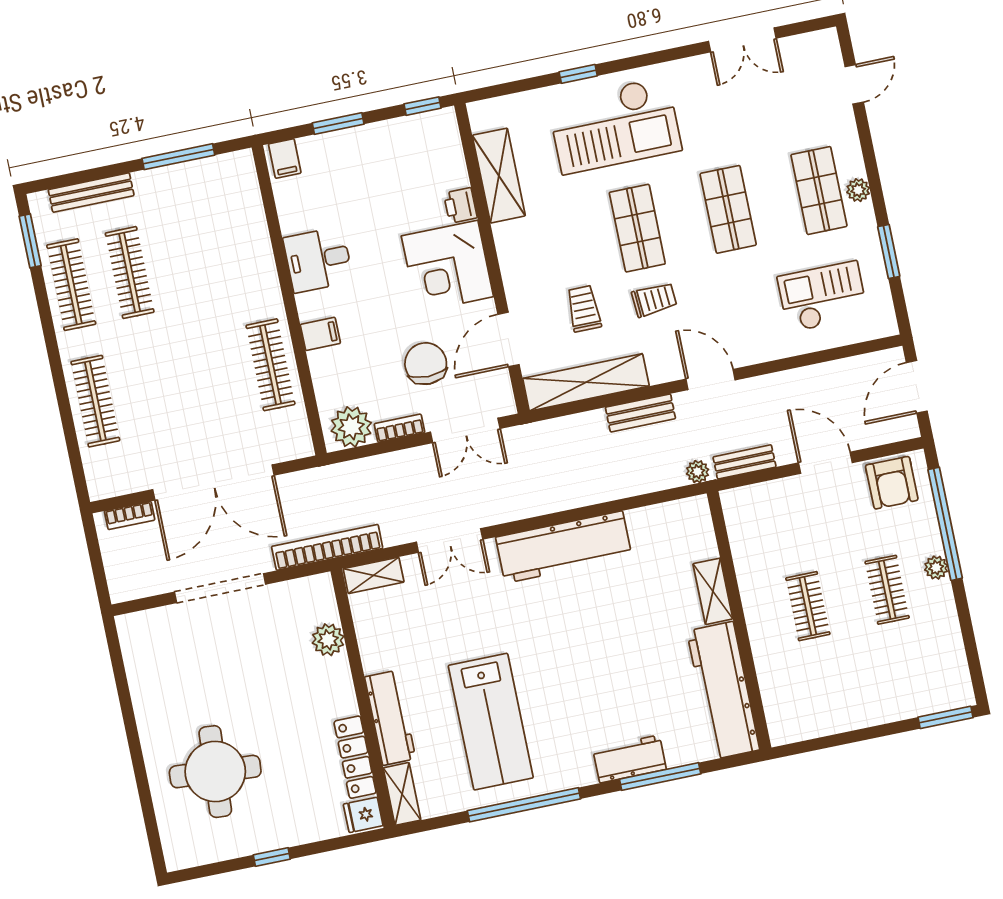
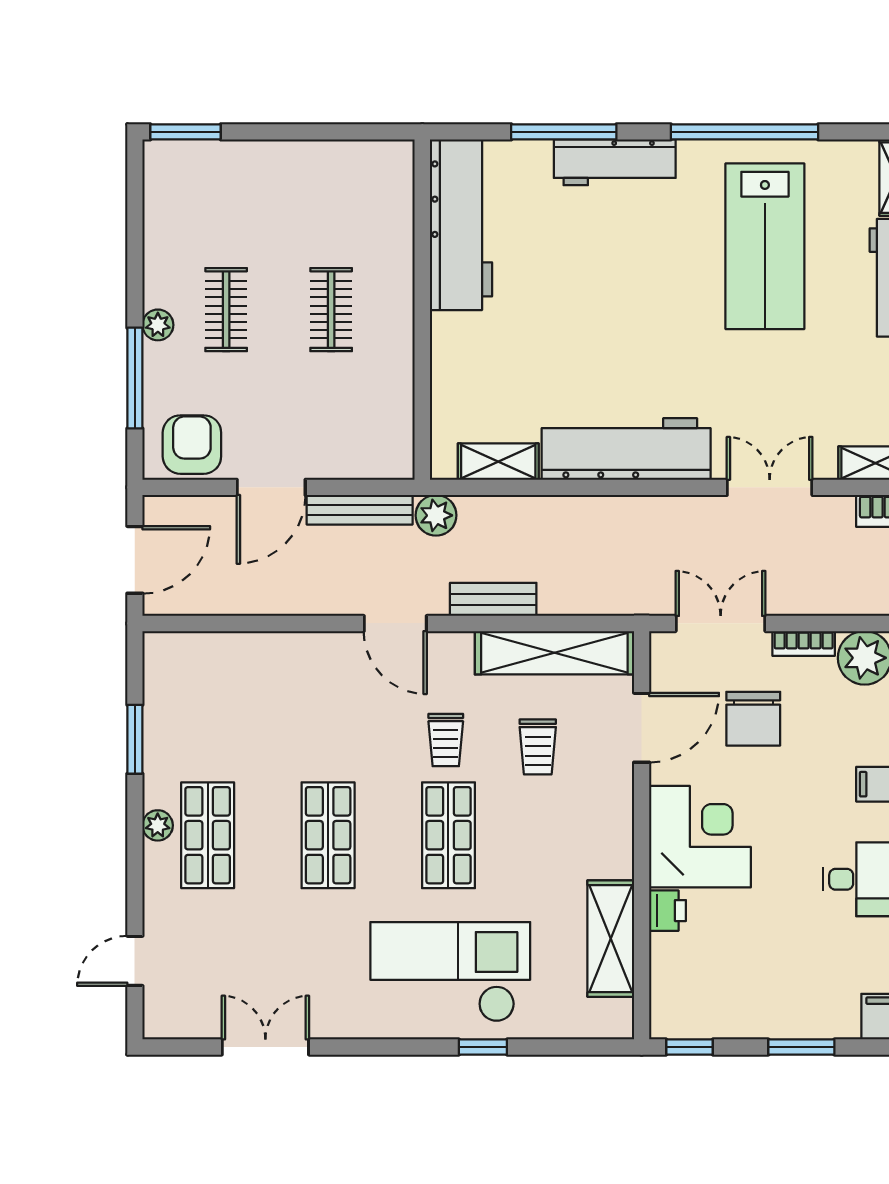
checkout: (823, 297) -> (231, 699), removed
trolley: (654, 299) -> (446, 740), turned -86
bench: (744, 462) -> (360, 510), width x1.36
door: (825, 463) -> (271, 487), hinge flipped
plant: (698, 472) -> (436, 515), width x1.38, depth x1.38
window: (945, 524) -> (135, 378), width x0.68
shelving: (713, 591) -> (498, 462), moved, turned 90
lab bench: (491, 722) -> (765, 246), turned 180
workbench: (630, 759) -> (615, 162), width x1.37

